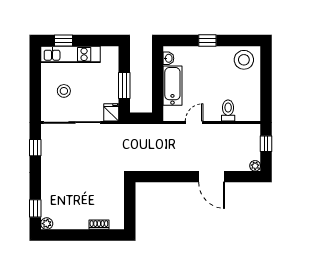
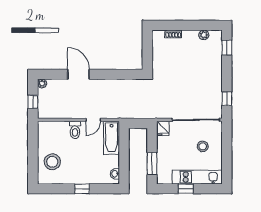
window: (63, 40) -> (186, 189), moved
stool: (244, 60) -> (52, 162), moved
window: (124, 86) -> (152, 164), moved
bathtub: (172, 86) -> (111, 138), moved
toilet: (228, 110) -> (75, 130), moved
plant: (47, 224) -> (204, 35), moved

